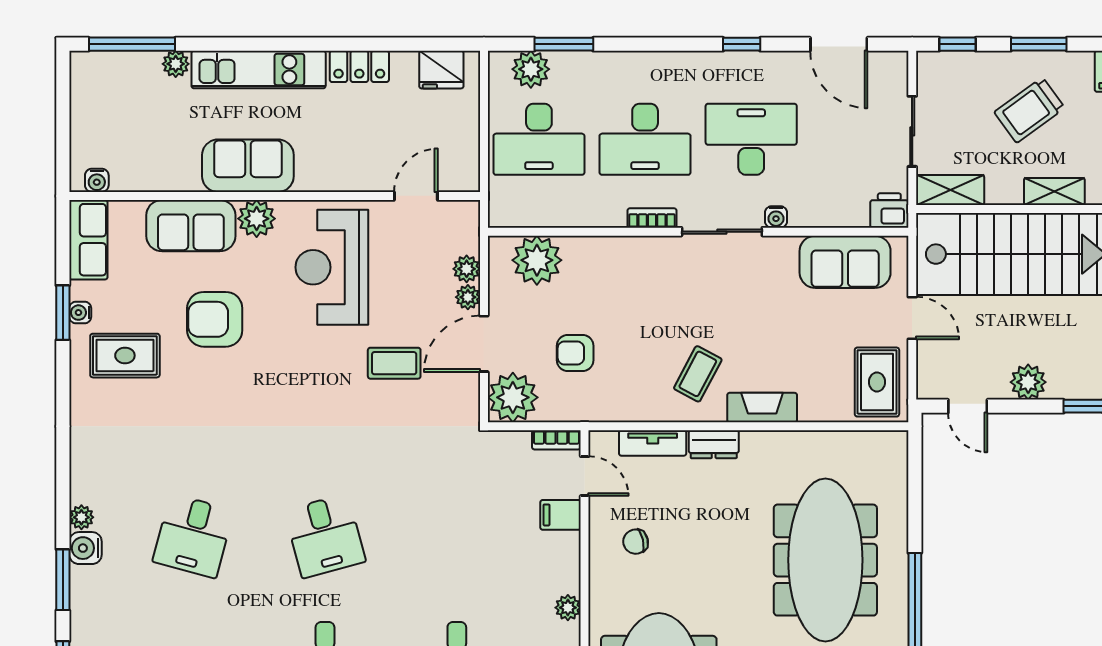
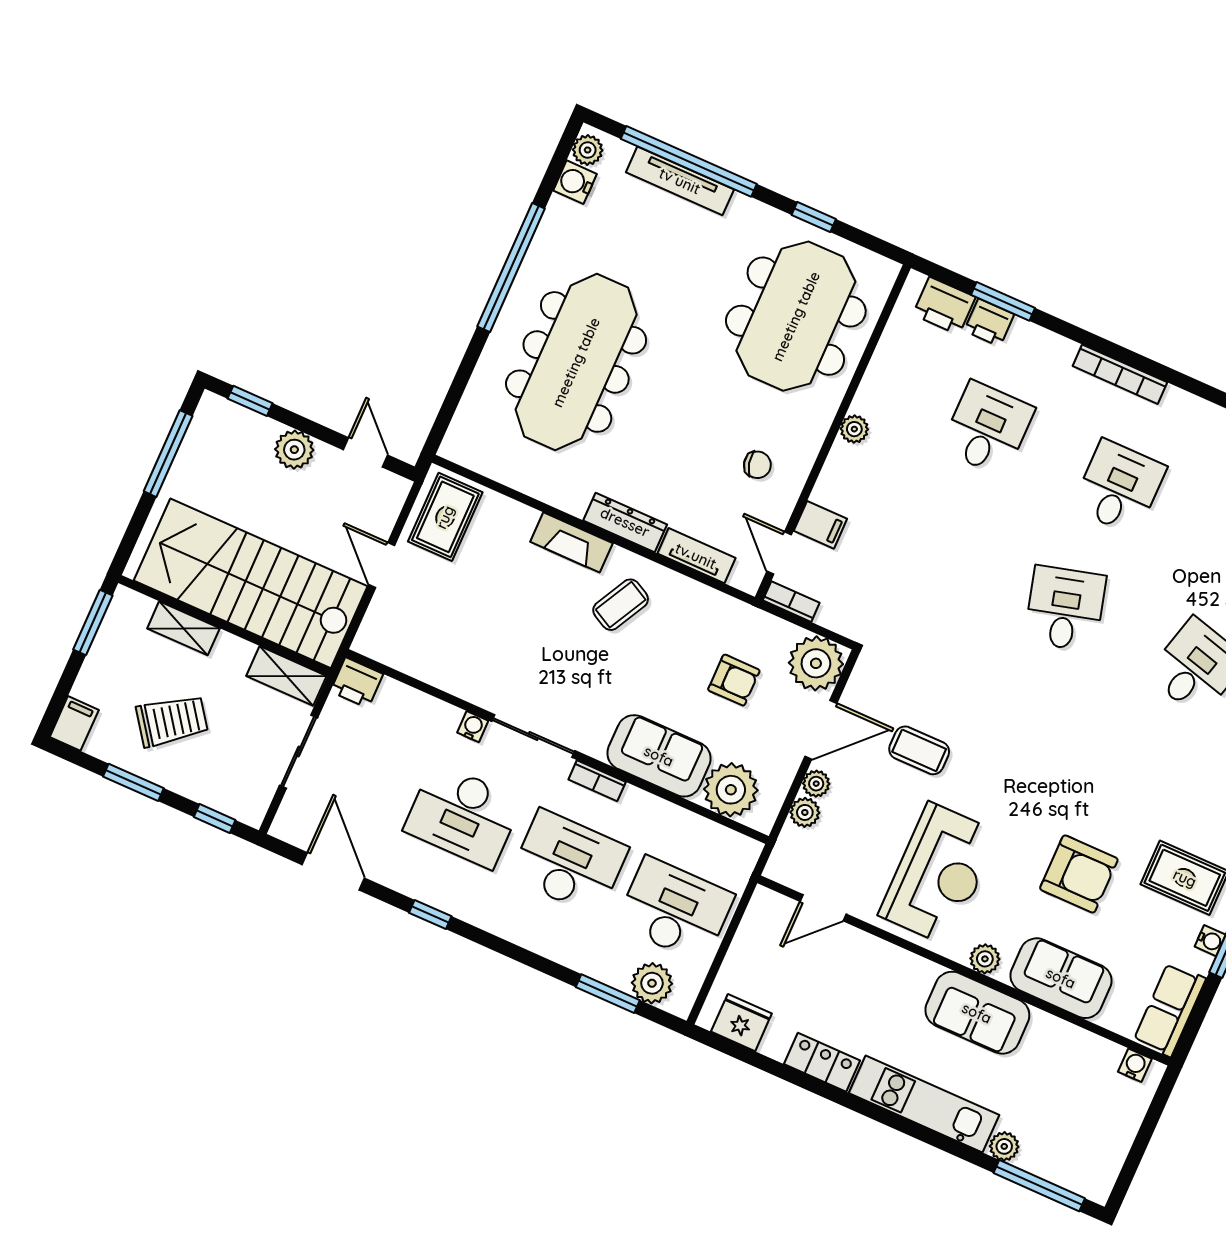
plant: (257, 219) -> (985, 959), width x0.73, depth x0.73
sofa: (845, 262) -> (659, 756), moved
dresser: (714, 444) -> (625, 522), width x1.44

